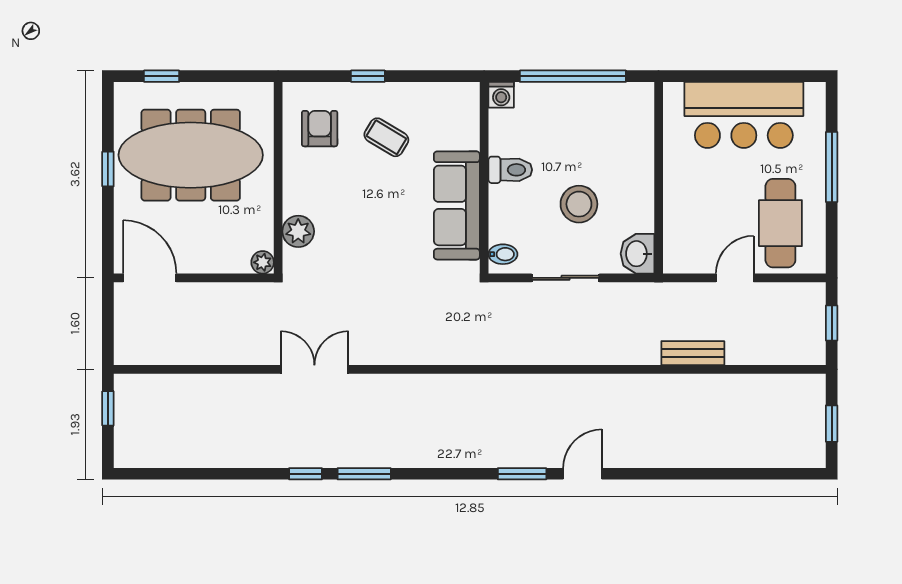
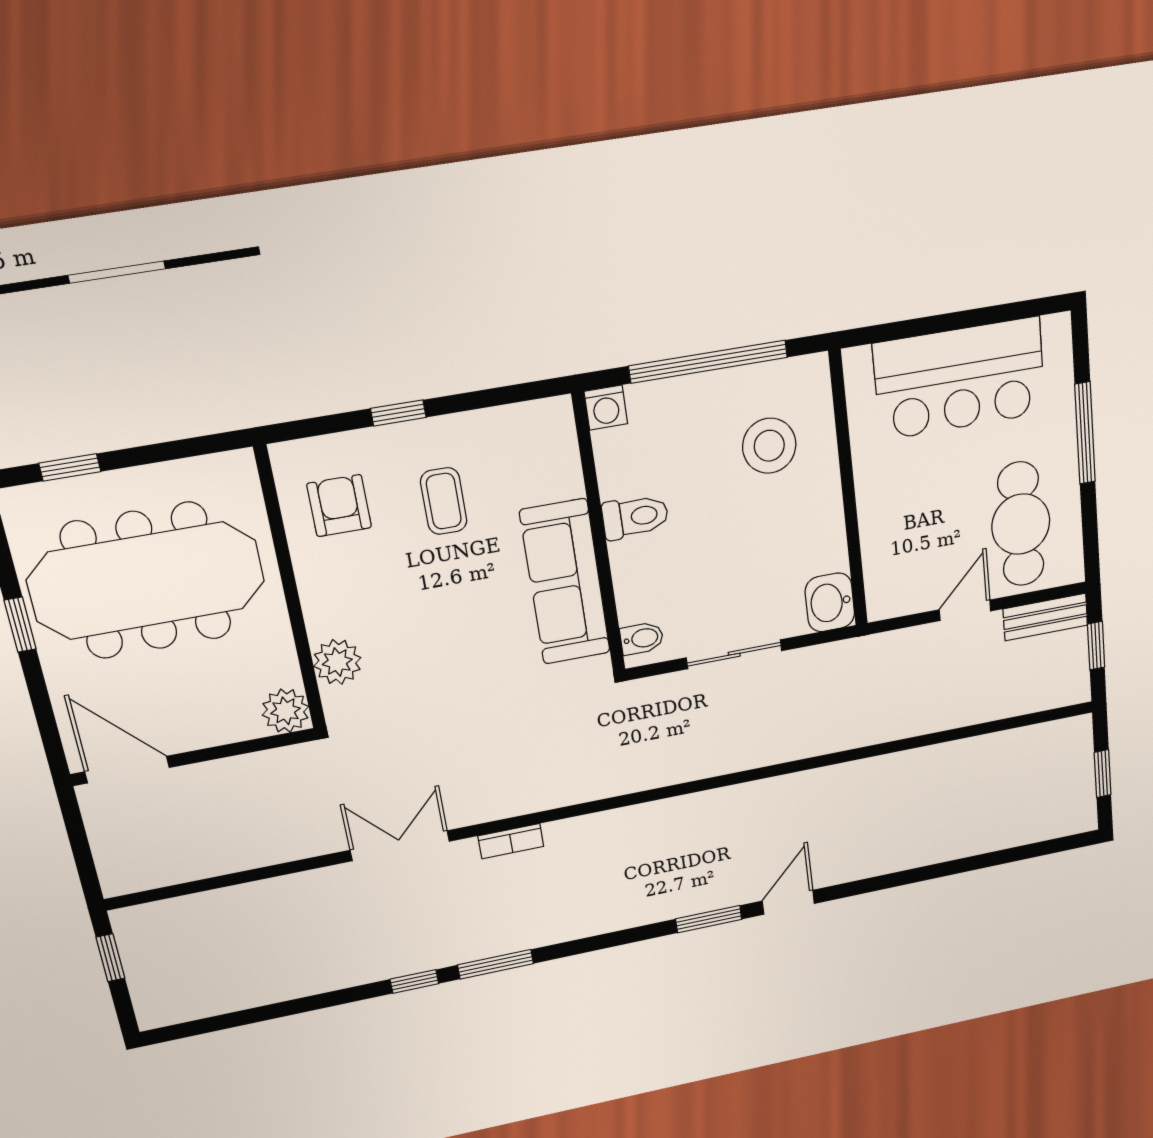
coffee table: (386, 137) -> (444, 501), turned 59
stool: (579, 204) -> (769, 446), moved
plant: (263, 262) -> (286, 711), width x1.38, depth x1.38
bench: (693, 353) -> (1045, 617), moved
bookcase: (390, 382) -> (511, 841), added

